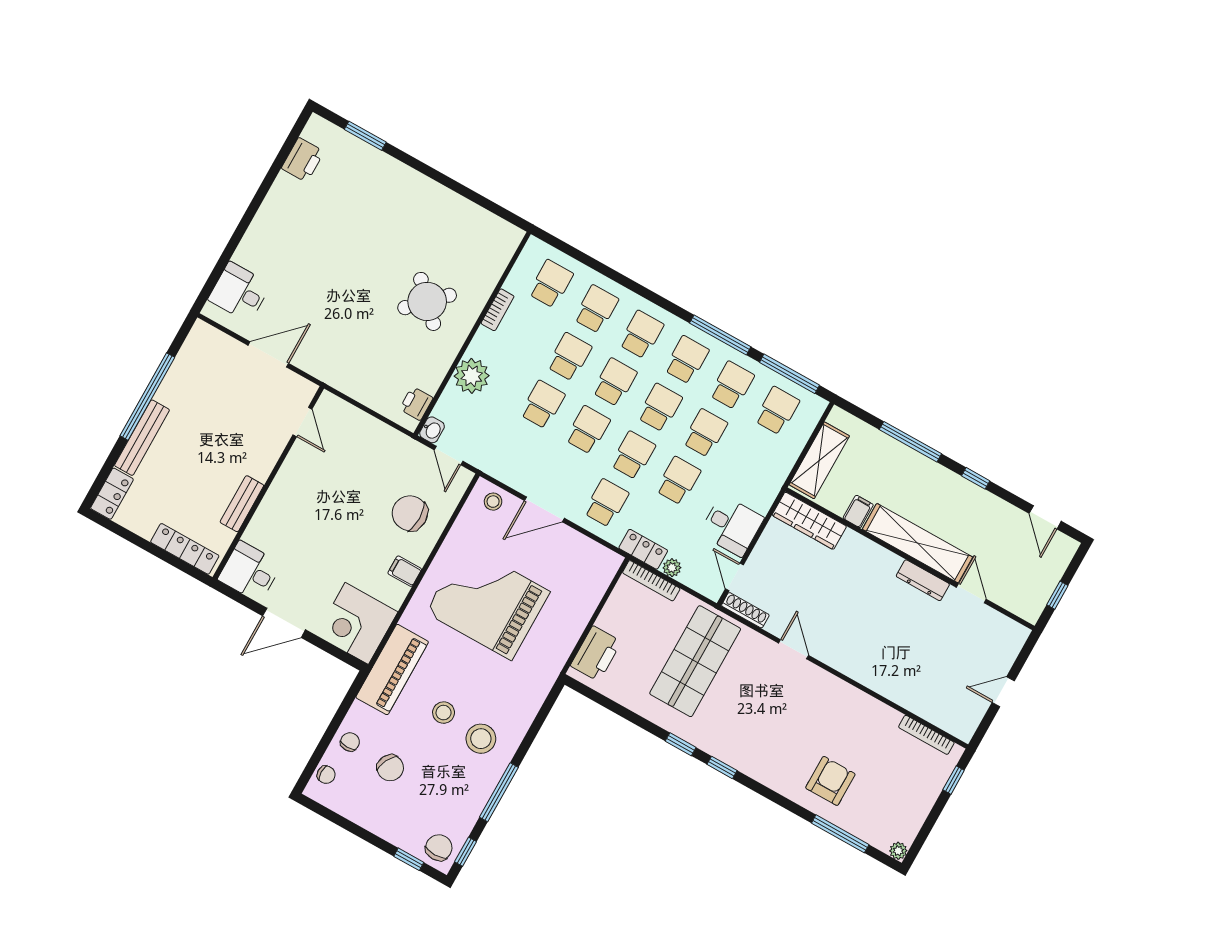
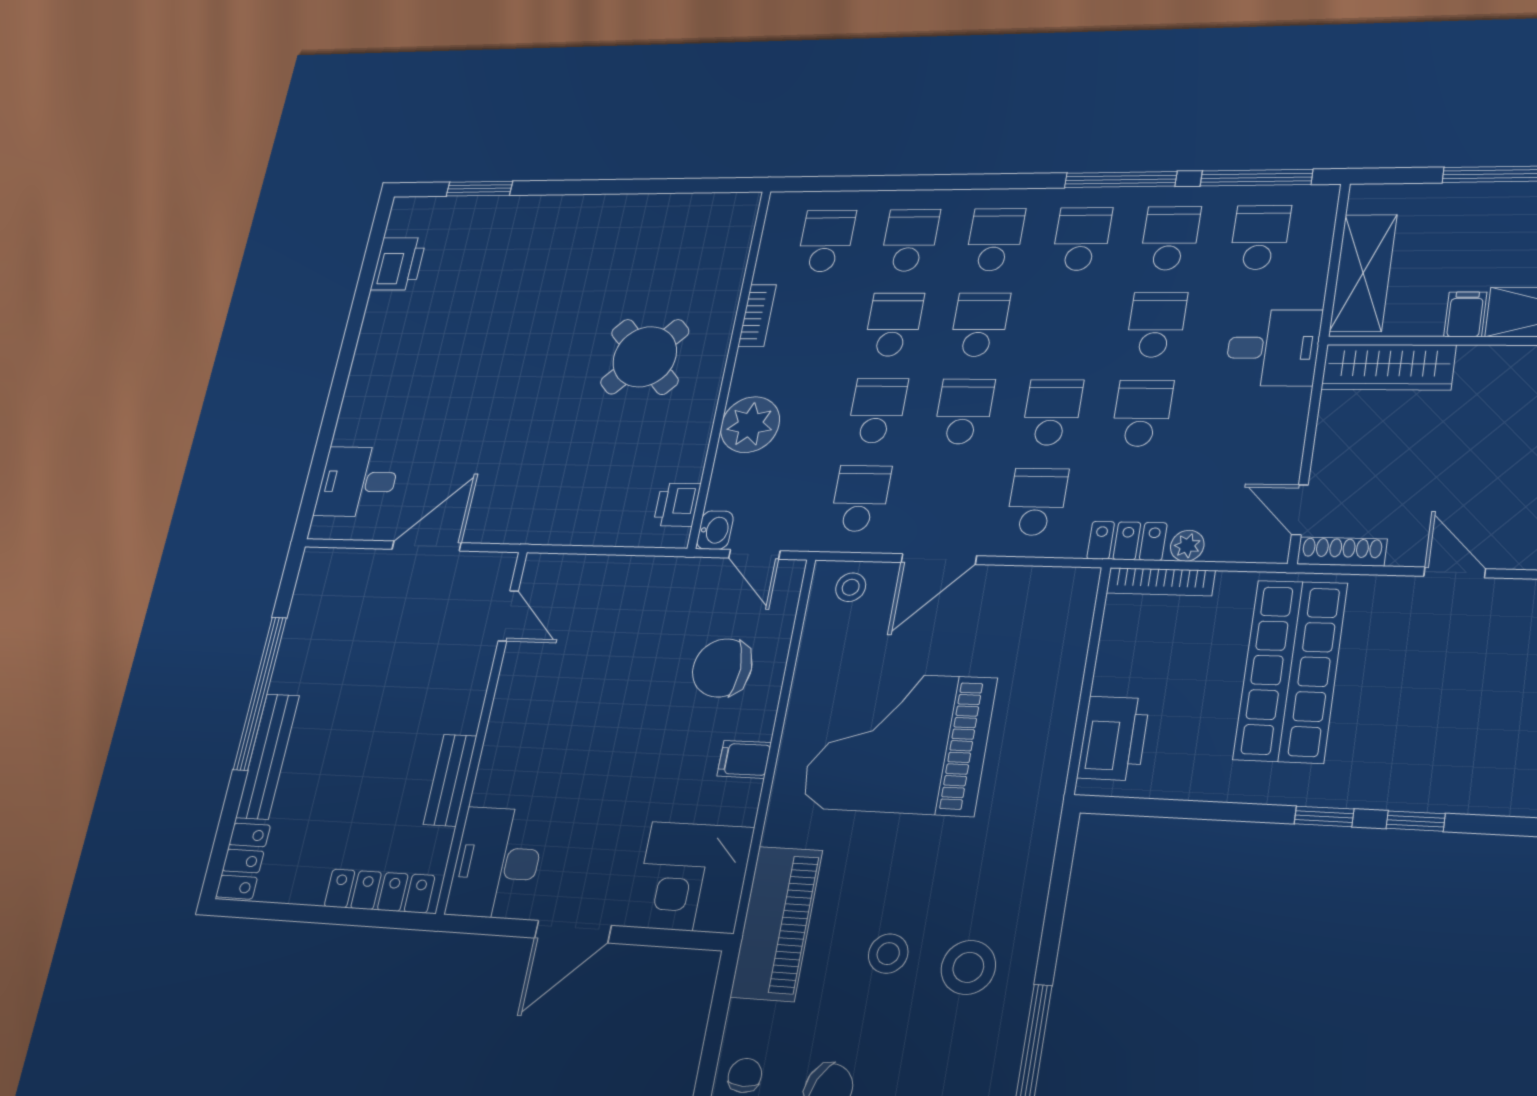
school desk: (660, 408) -> (860, 498), moved
desk: (732, 526) -> (1273, 348), moved
desk: (250, 572) -> (496, 863), width x1.37

